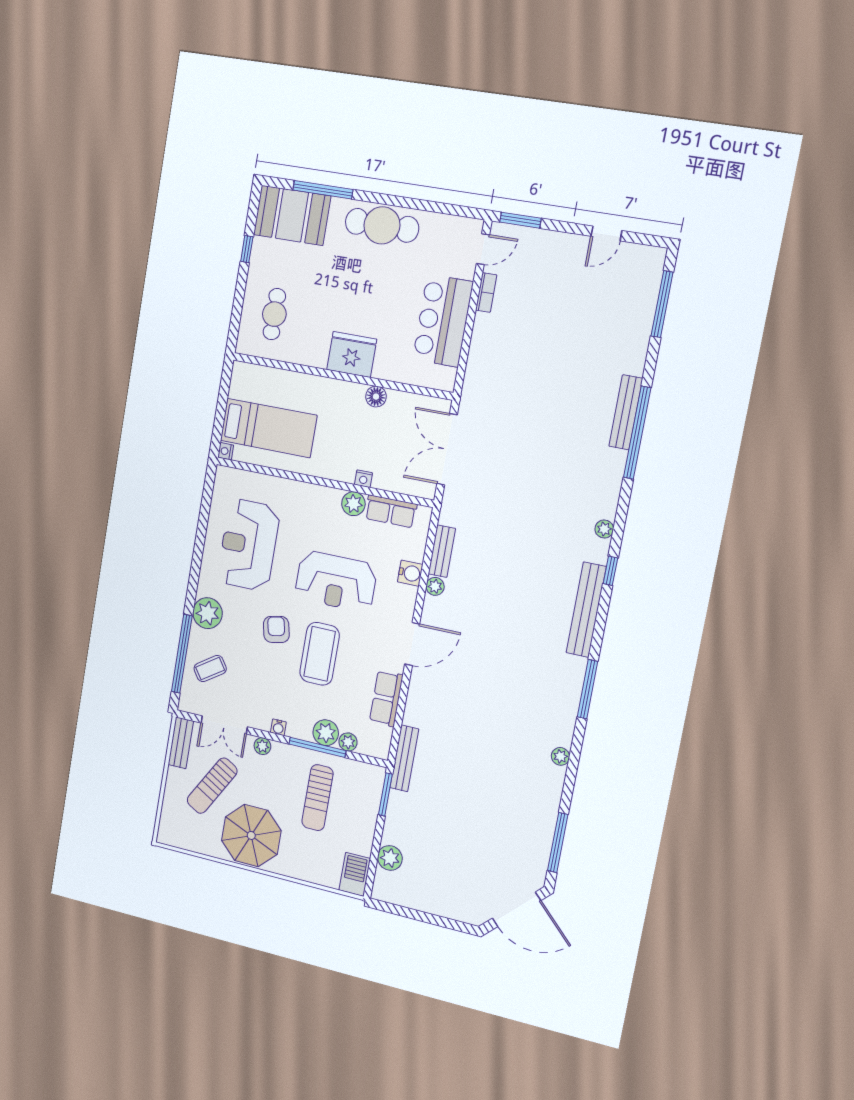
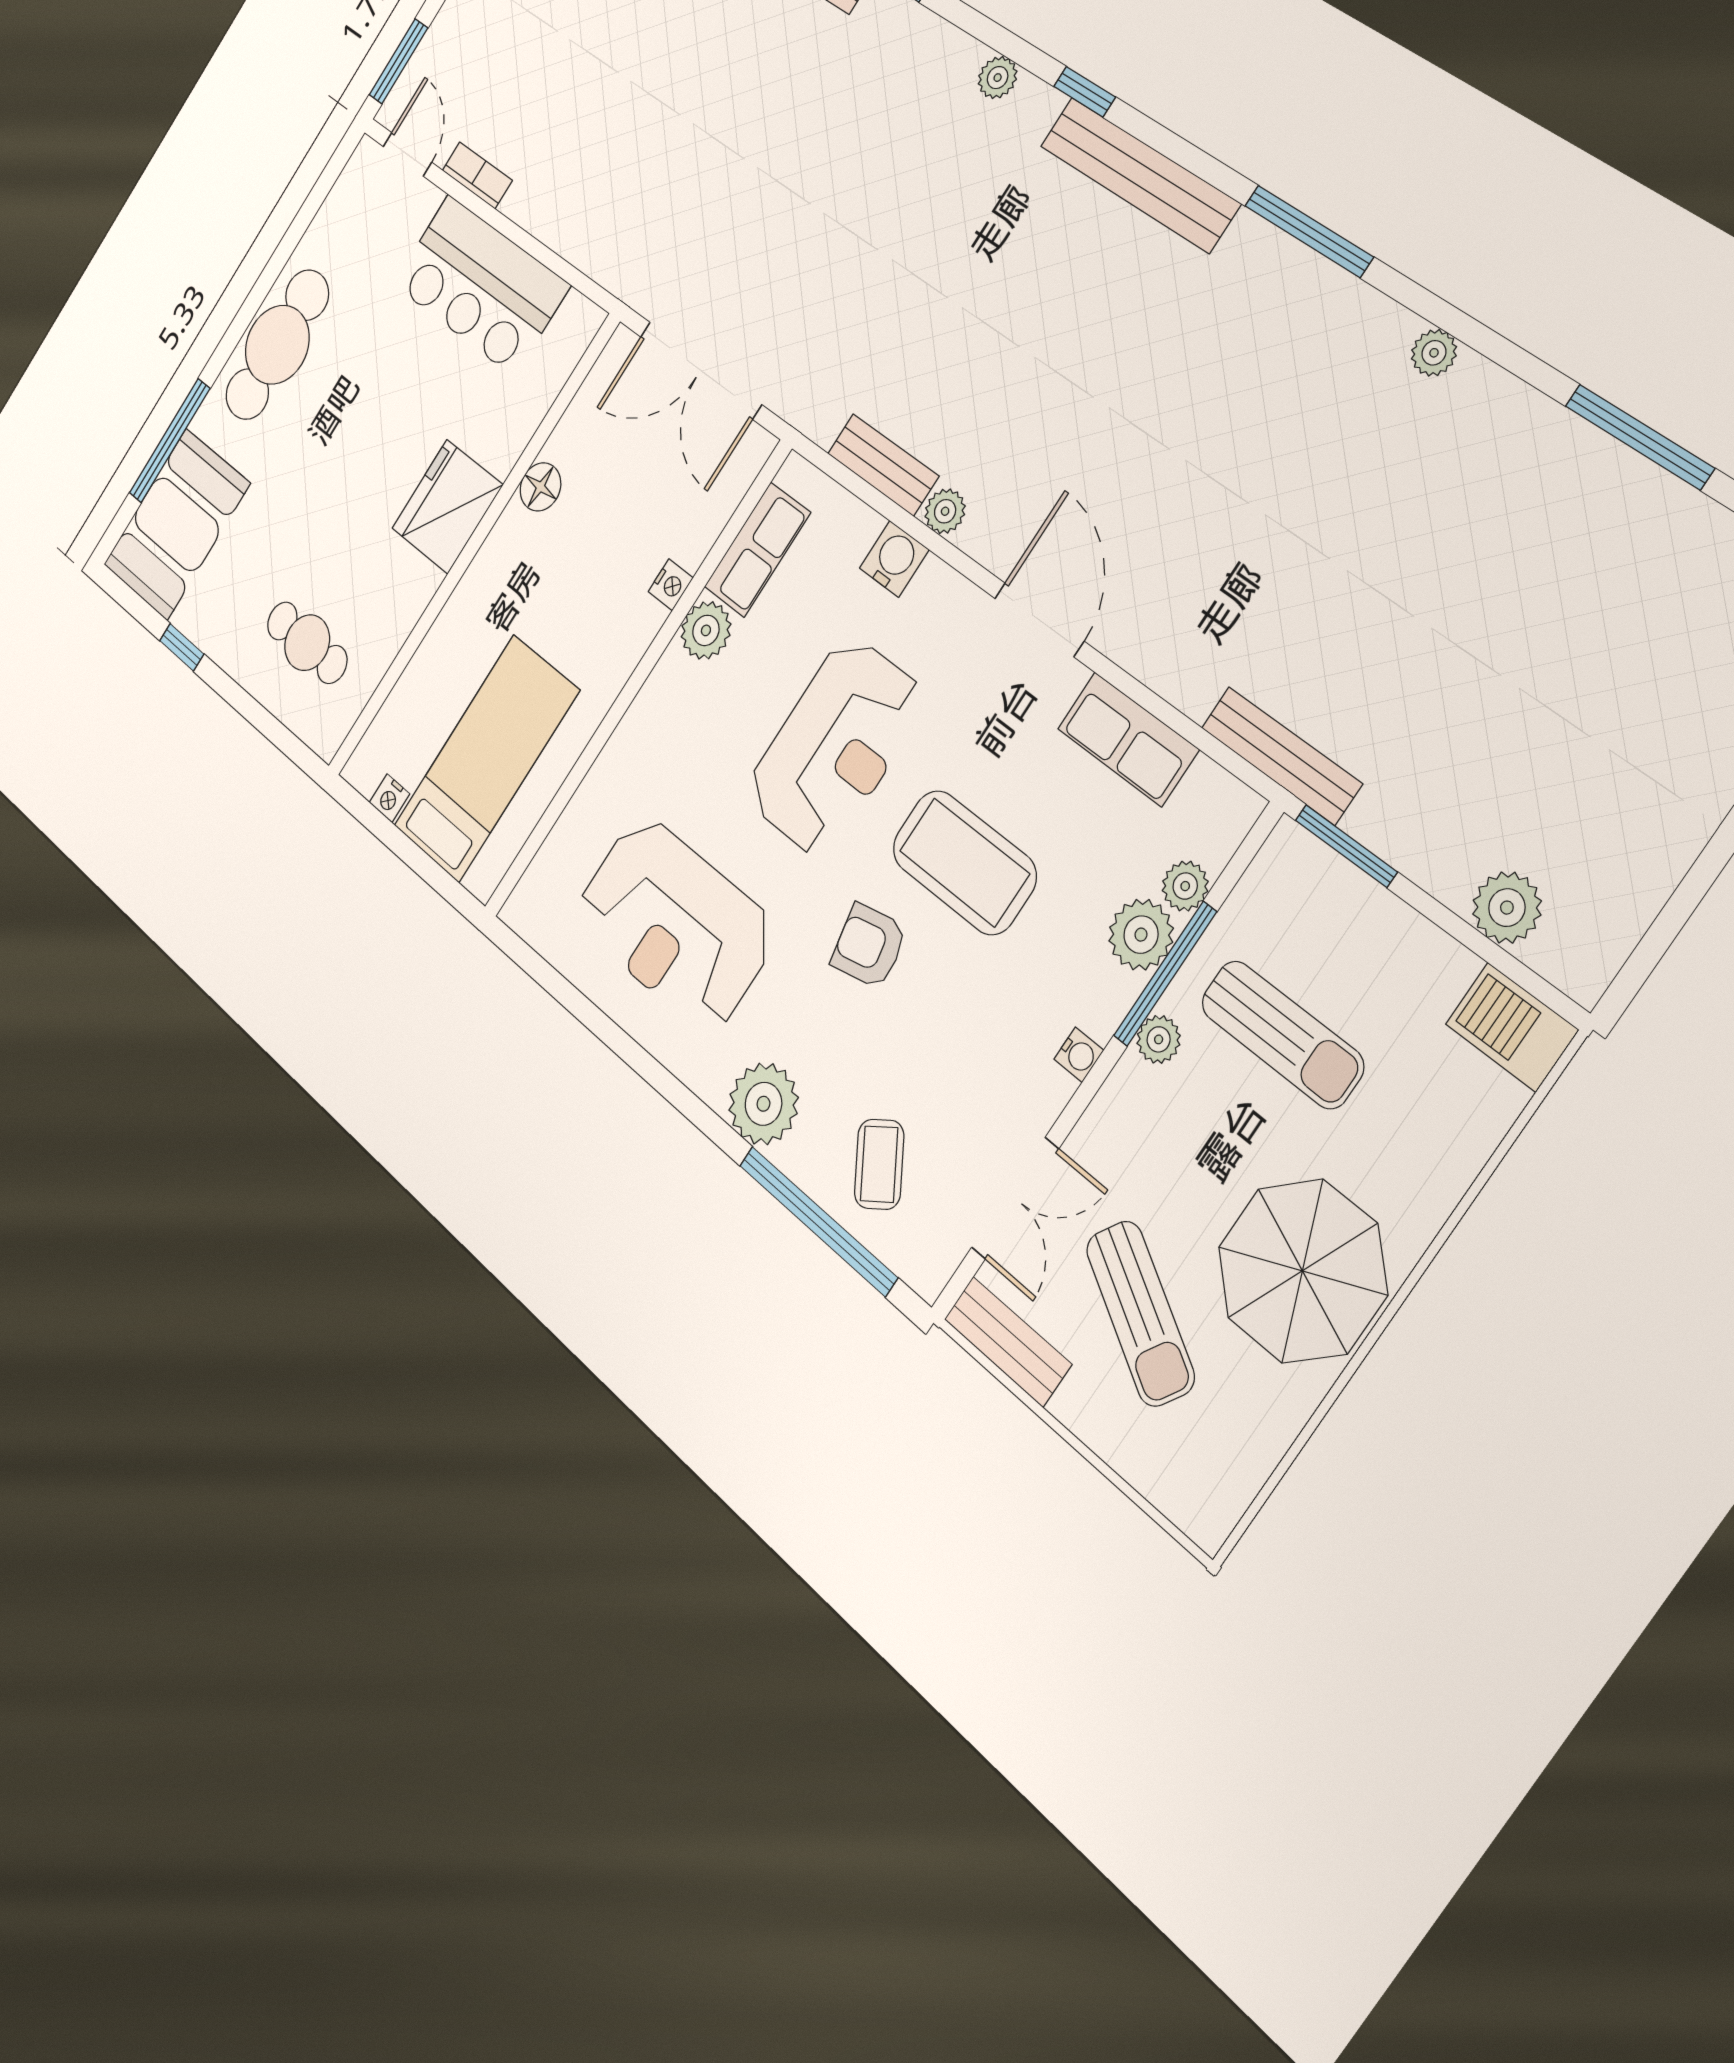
nightstand: (226, 451) -> (389, 798), moved
plant: (262, 746) -> (1159, 1039), moved

